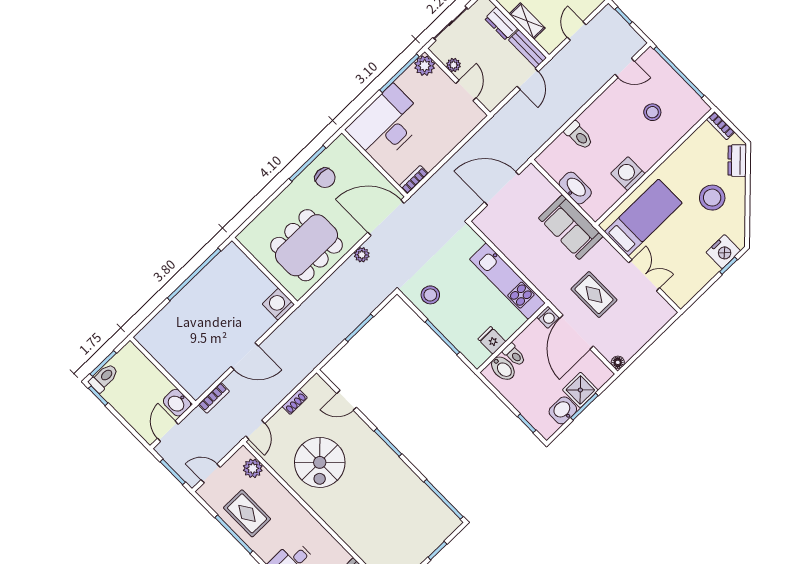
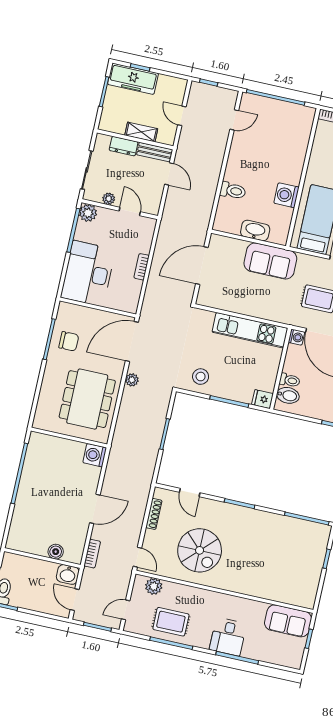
stool: (652, 112) -> (275, 139), removed
bookcase: (414, 180) -> (142, 267), moved
fridge: (492, 340) -> (262, 399), moved
boiler: (180, 373) -> (56, 552), added
door: (347, 400) -> (190, 493), hinge flipped
shoe rack: (295, 402) -> (154, 514), width x1.43

